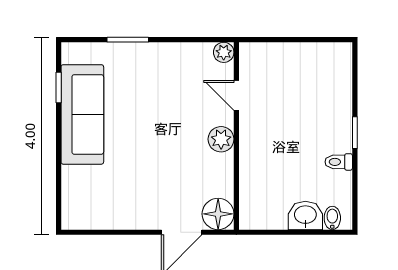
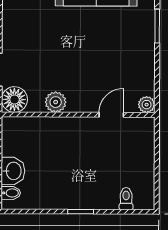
plant: (221, 139) -> (56, 102), moved
toilet: (339, 162) -> (126, 199), moved

